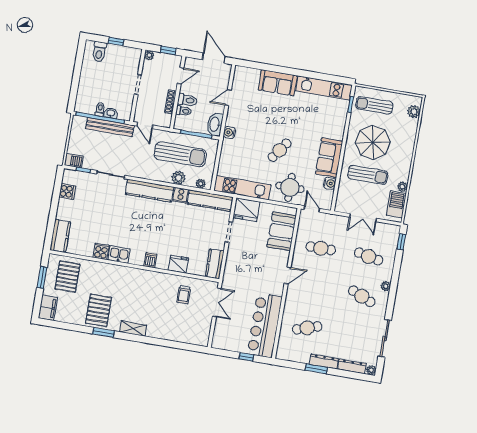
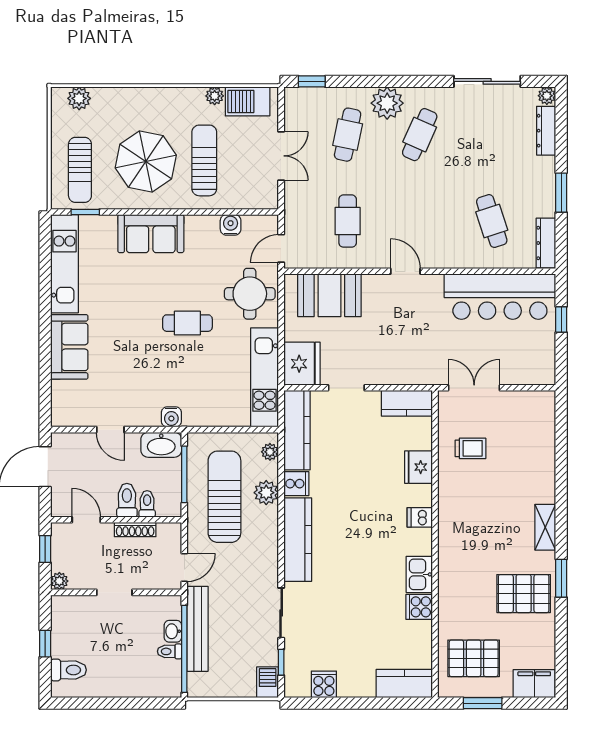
cafe table: (280, 150) -> (187, 323), turned -36
sofa: (329, 158) -> (151, 234), moved
plant: (386, 286) -> (387, 103), width x1.88, depth x1.88
dresser: (324, 361) -> (546, 243), moved

